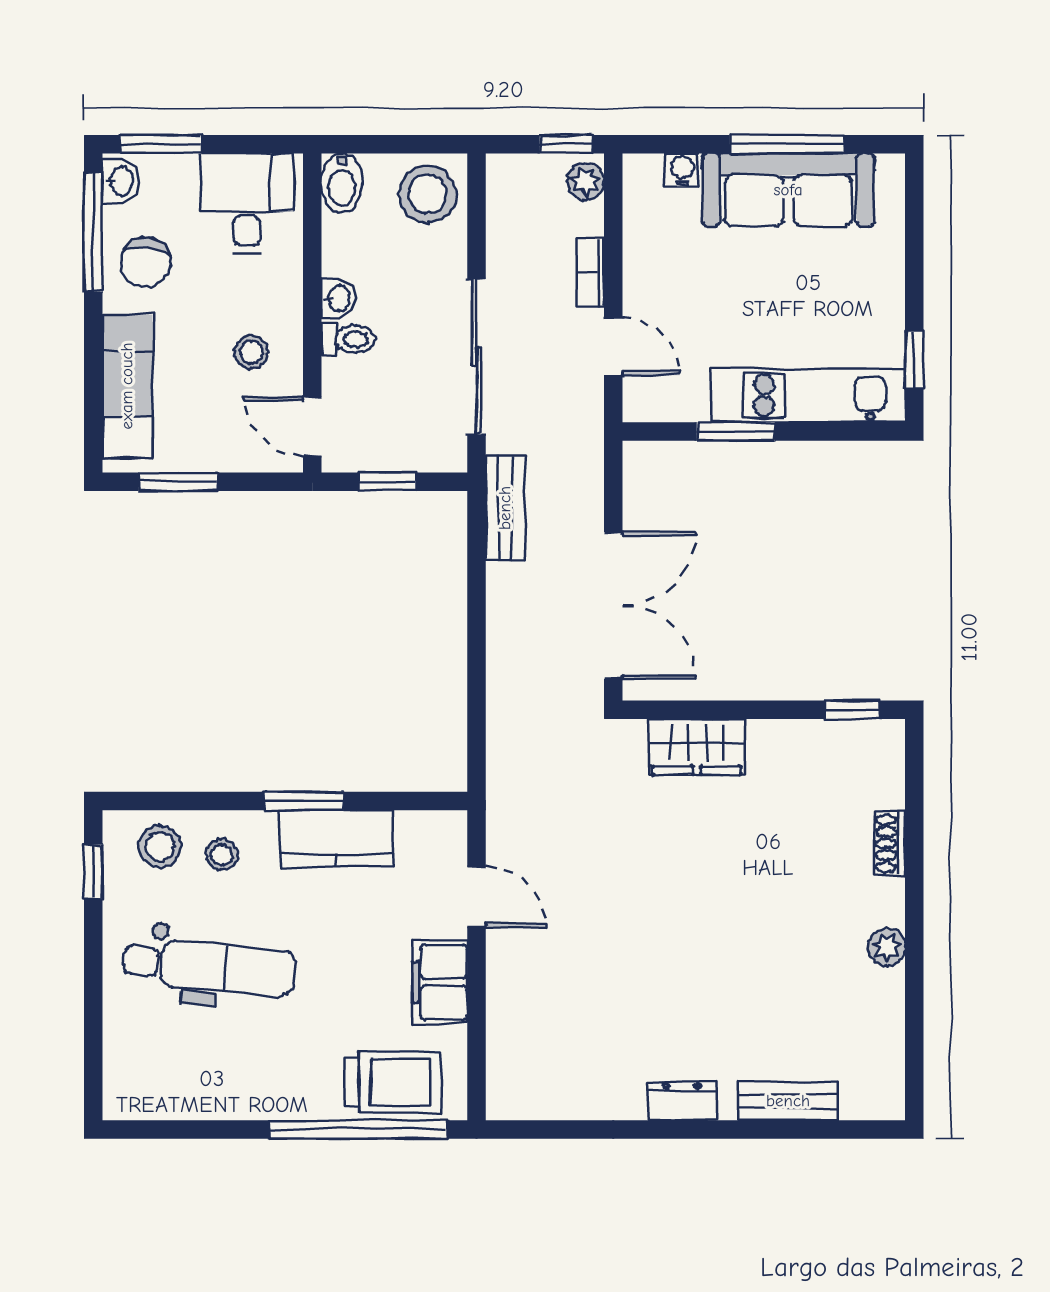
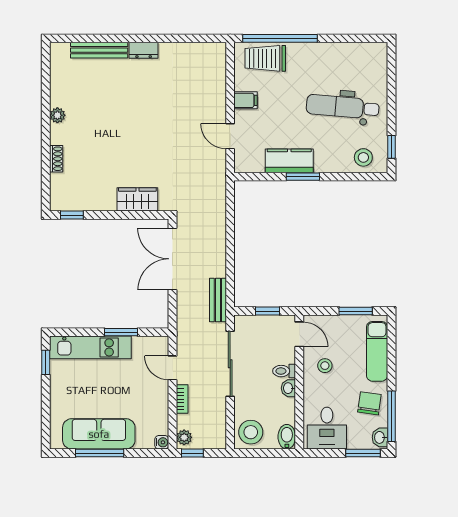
water cooler: (682, 170) -> (162, 442), moved, turned -90
stool: (222, 855) -> (337, 154), removed
filing cabinet: (440, 982) -> (245, 100), width x0.50
bench: (788, 1101) -> (99, 50), width x1.36

